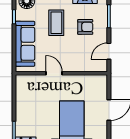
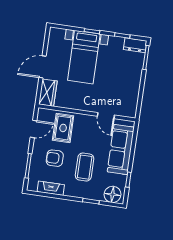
rug: (82, 56) -> (63, 128), added
door: (54, 73) -> (106, 116), moved
wardrobe: (100, 87) -> (48, 93), added

